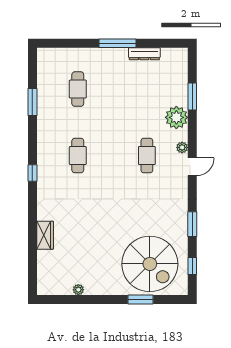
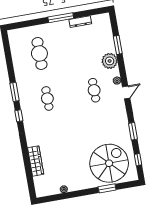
cafe table: (78, 89) -> (39, 53), width x1.37, depth x1.35
window: (32, 102) -> (15, 92), moved
wardrobe: (45, 235) -> (36, 161), width x1.50
spiral stairs: (150, 264) -> (109, 163), turned -90

